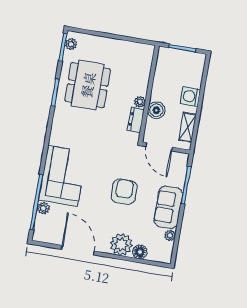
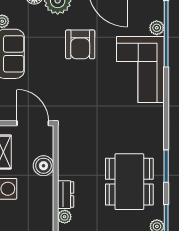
plant: (140, 102) -> (65, 217), moved
dresser: (136, 120) -> (66, 195), moved
armchair: (124, 192) -> (80, 44), moved

